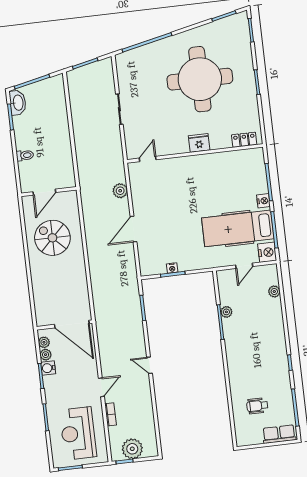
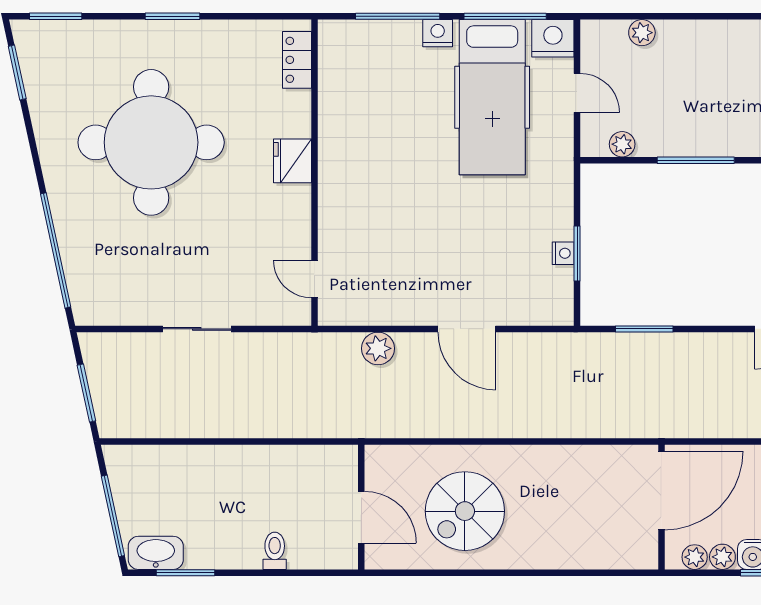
plant: (226, 312) -> (622, 144), moved

